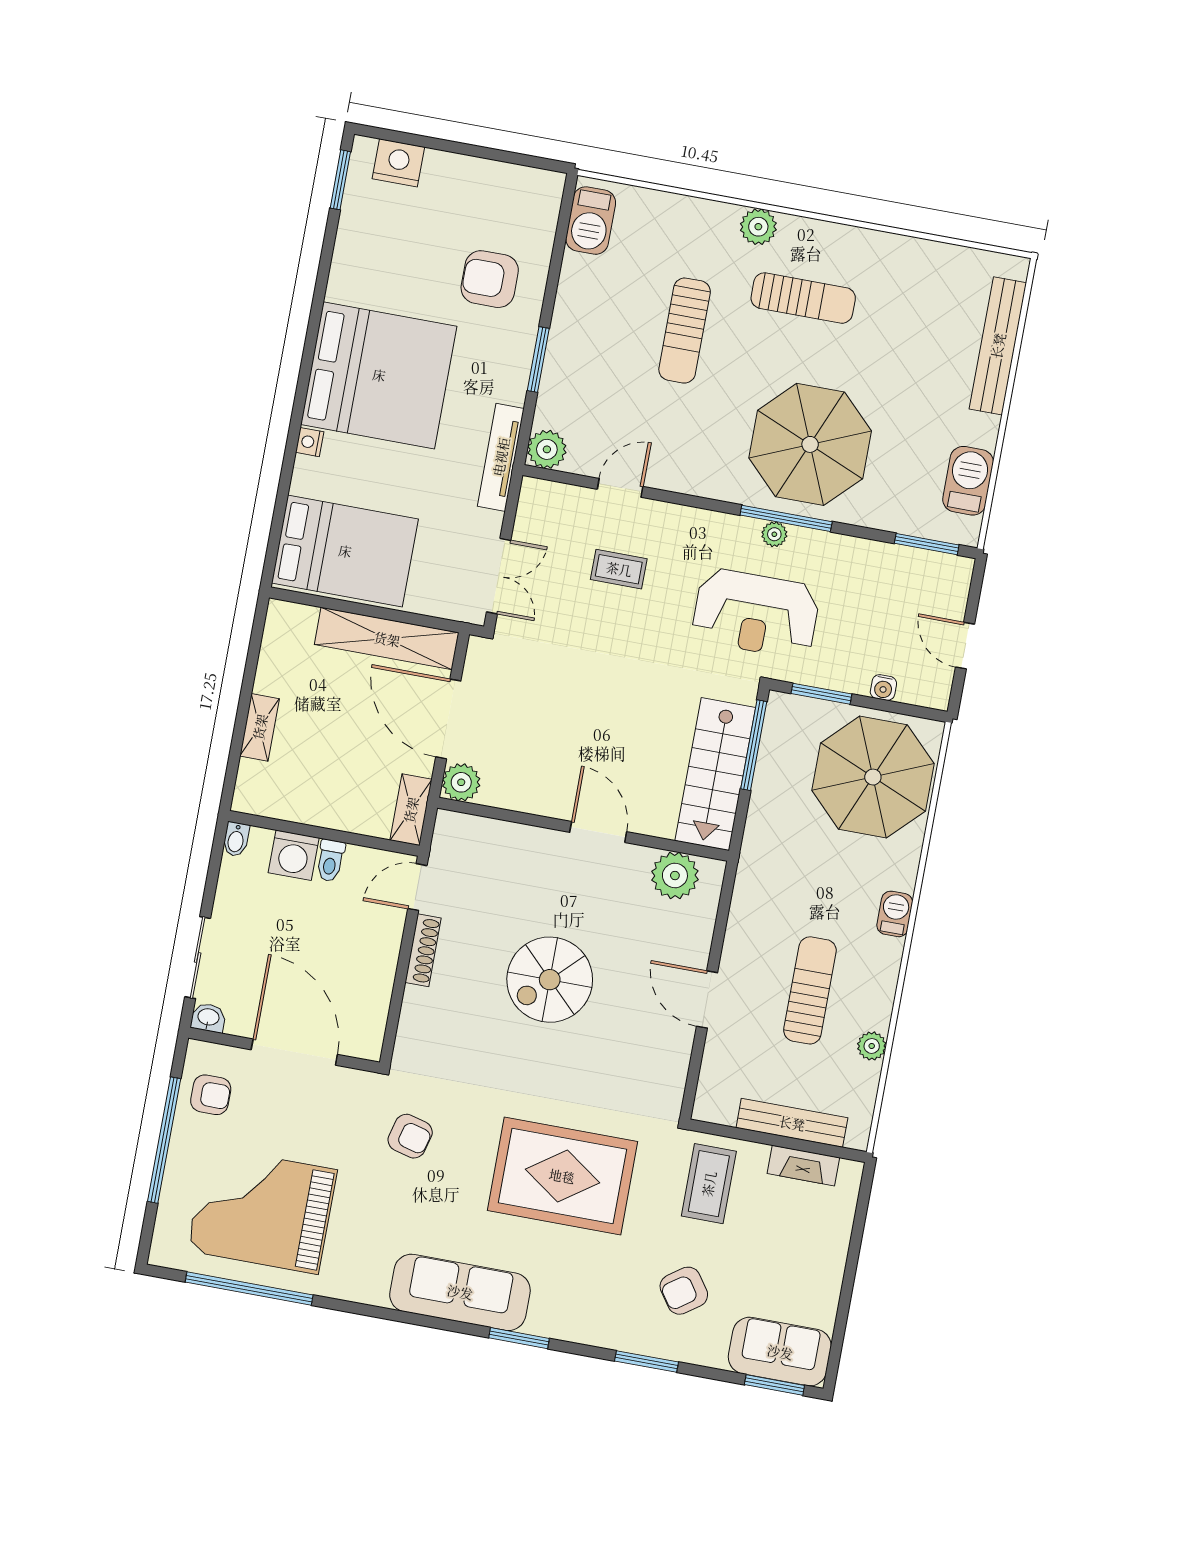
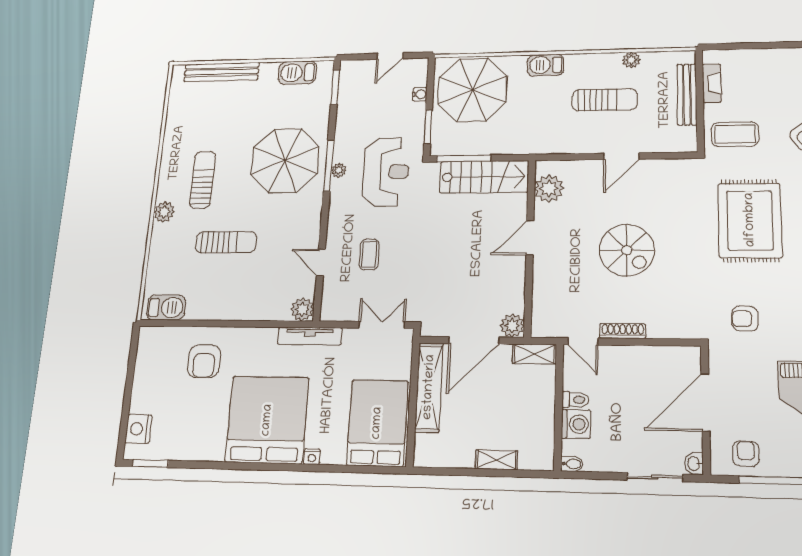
window: (538, 360) -> (249, 324), removed
barbecue: (895, 914) -> (546, 65), width x1.38, depth x1.27
sun lounger: (810, 990) -> (605, 100), turned 180
armchair: (410, 1136) -> (745, 319), turned -105

